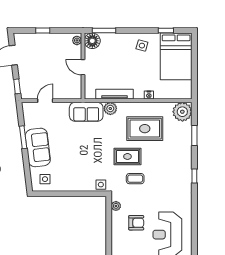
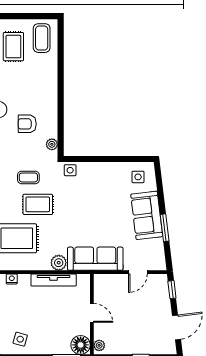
sofa: (86, 112) -> (95, 259), width x1.36

